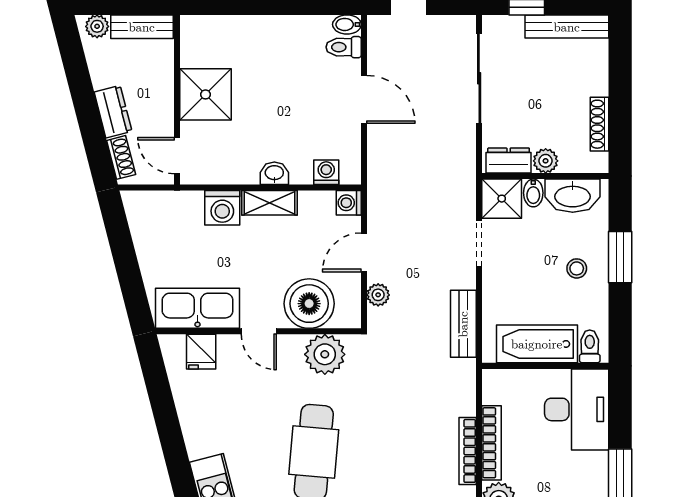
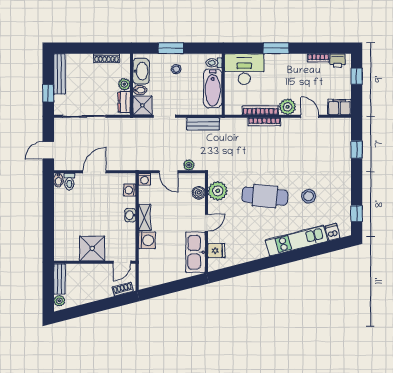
dresser: (113, 112) -> (101, 293), removed
boiler: (309, 304) -> (199, 193), width x0.54, depth x0.54

